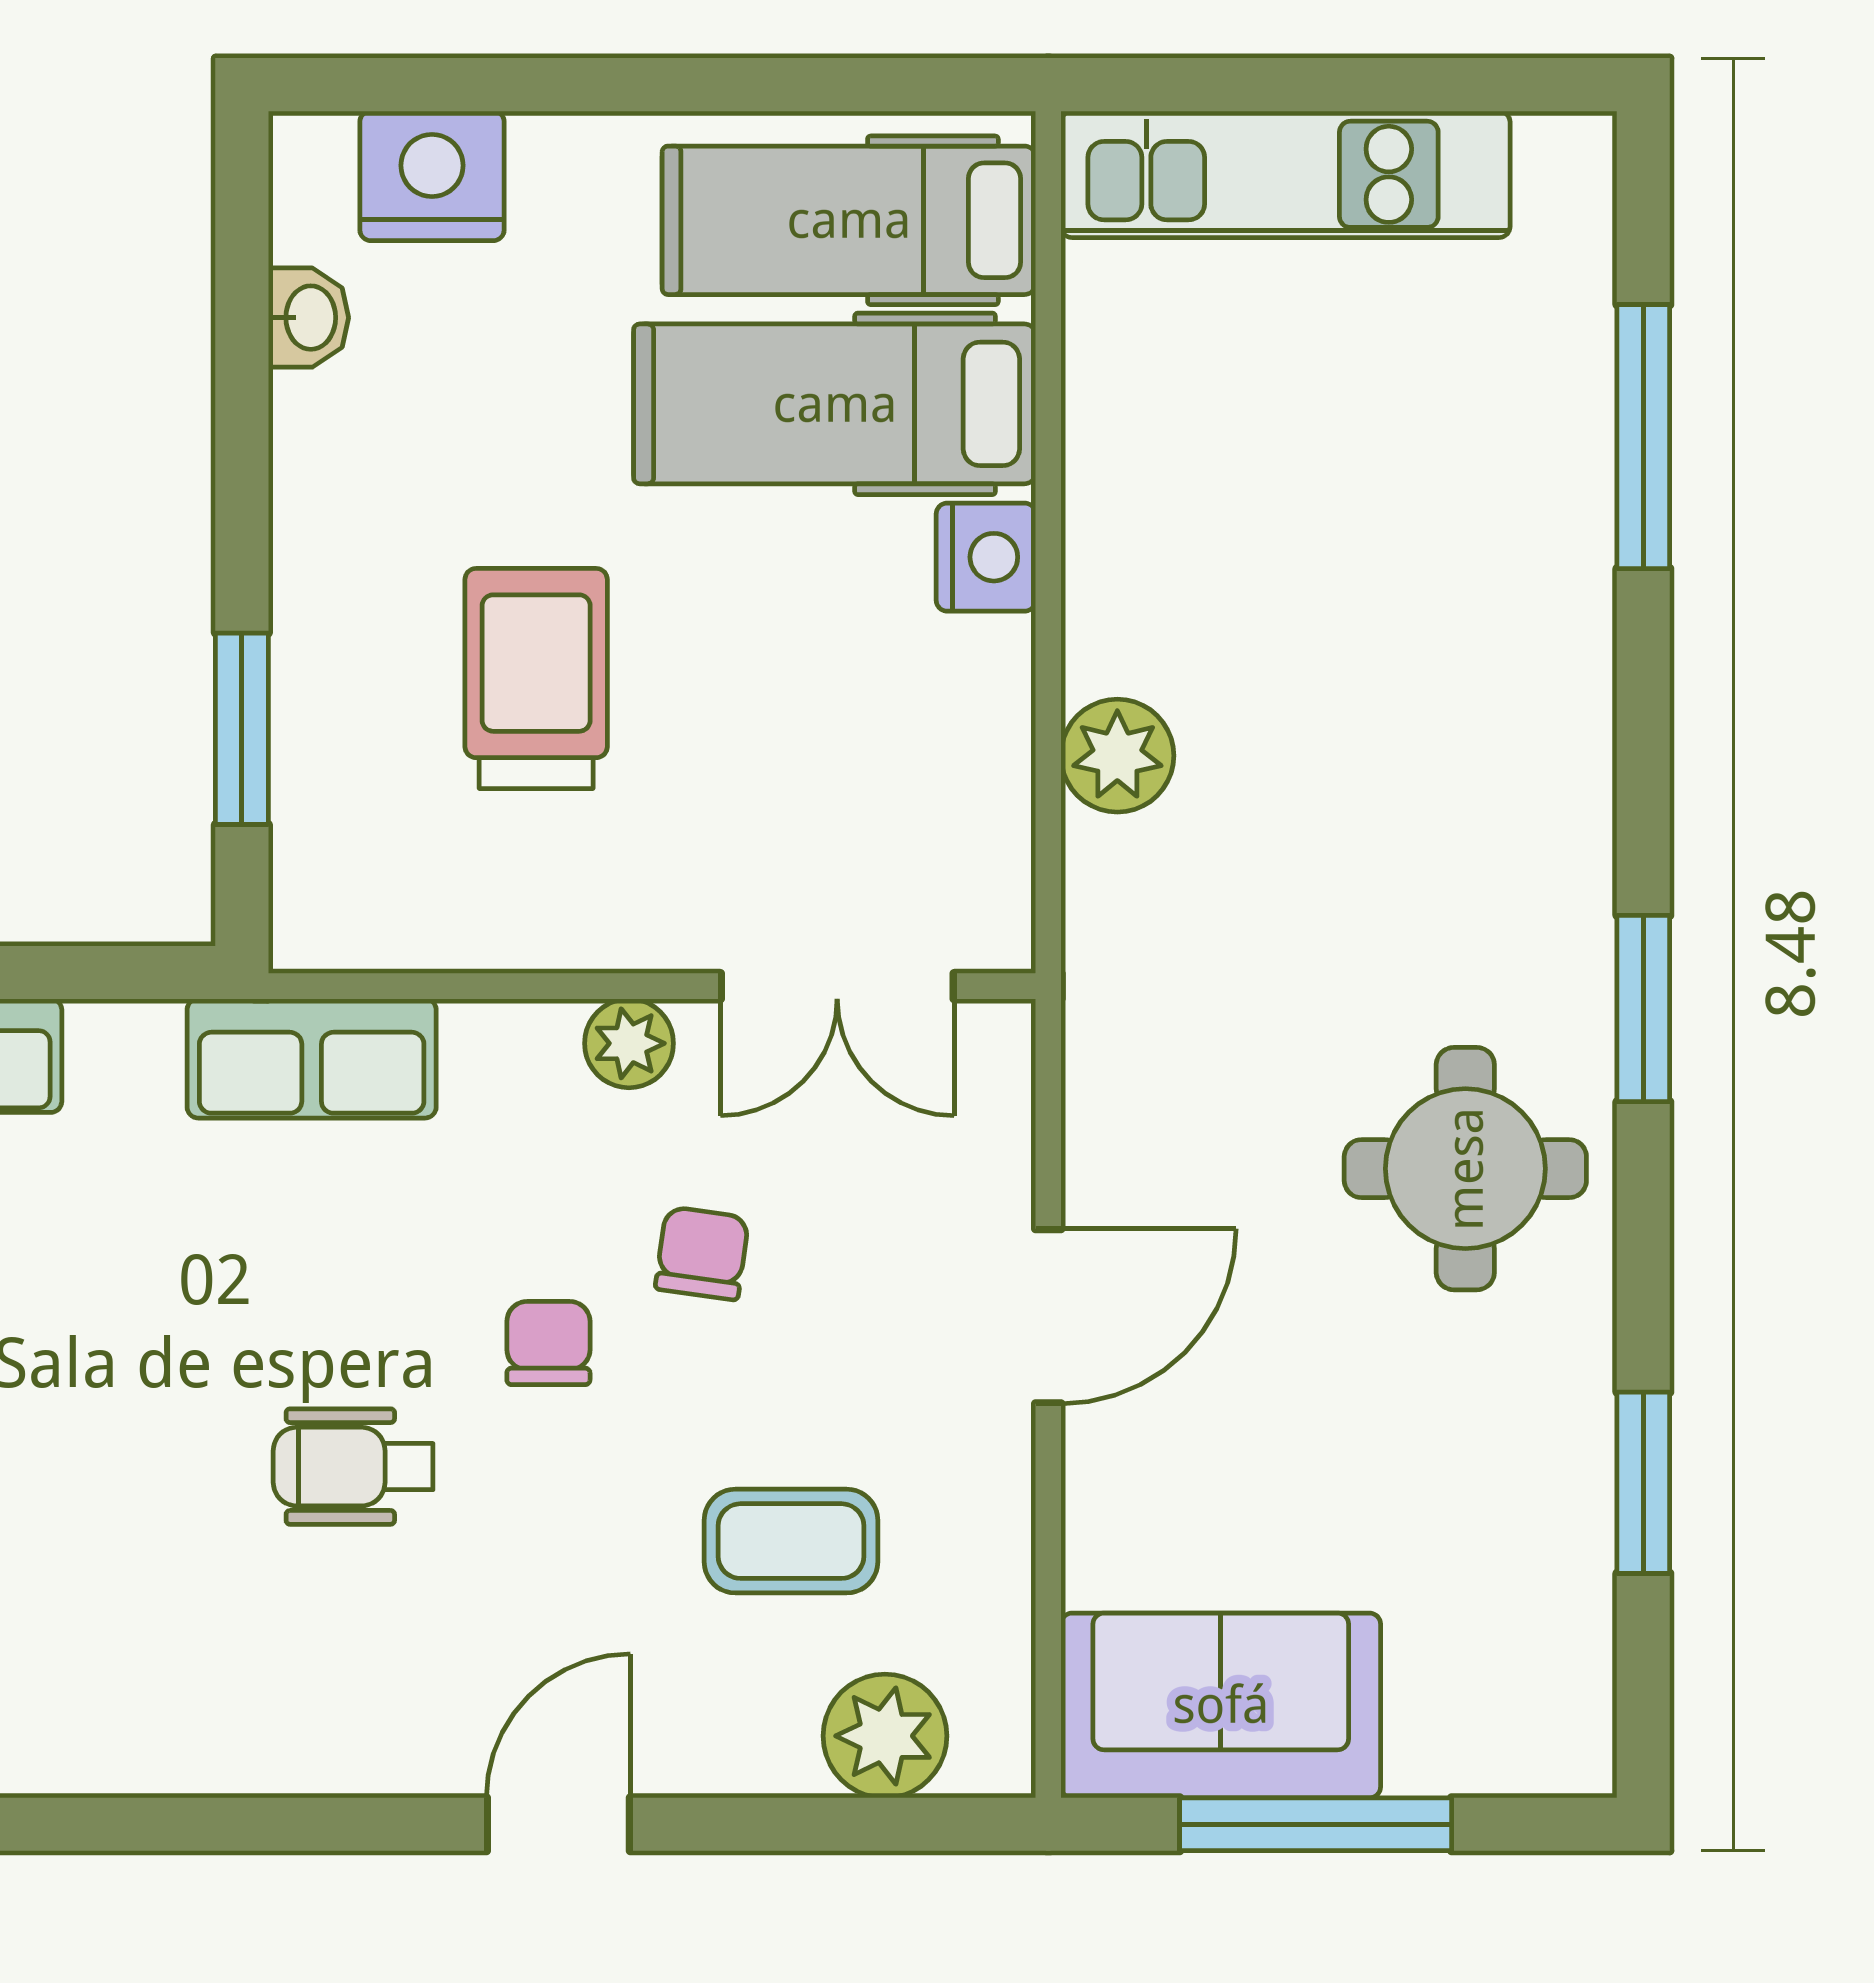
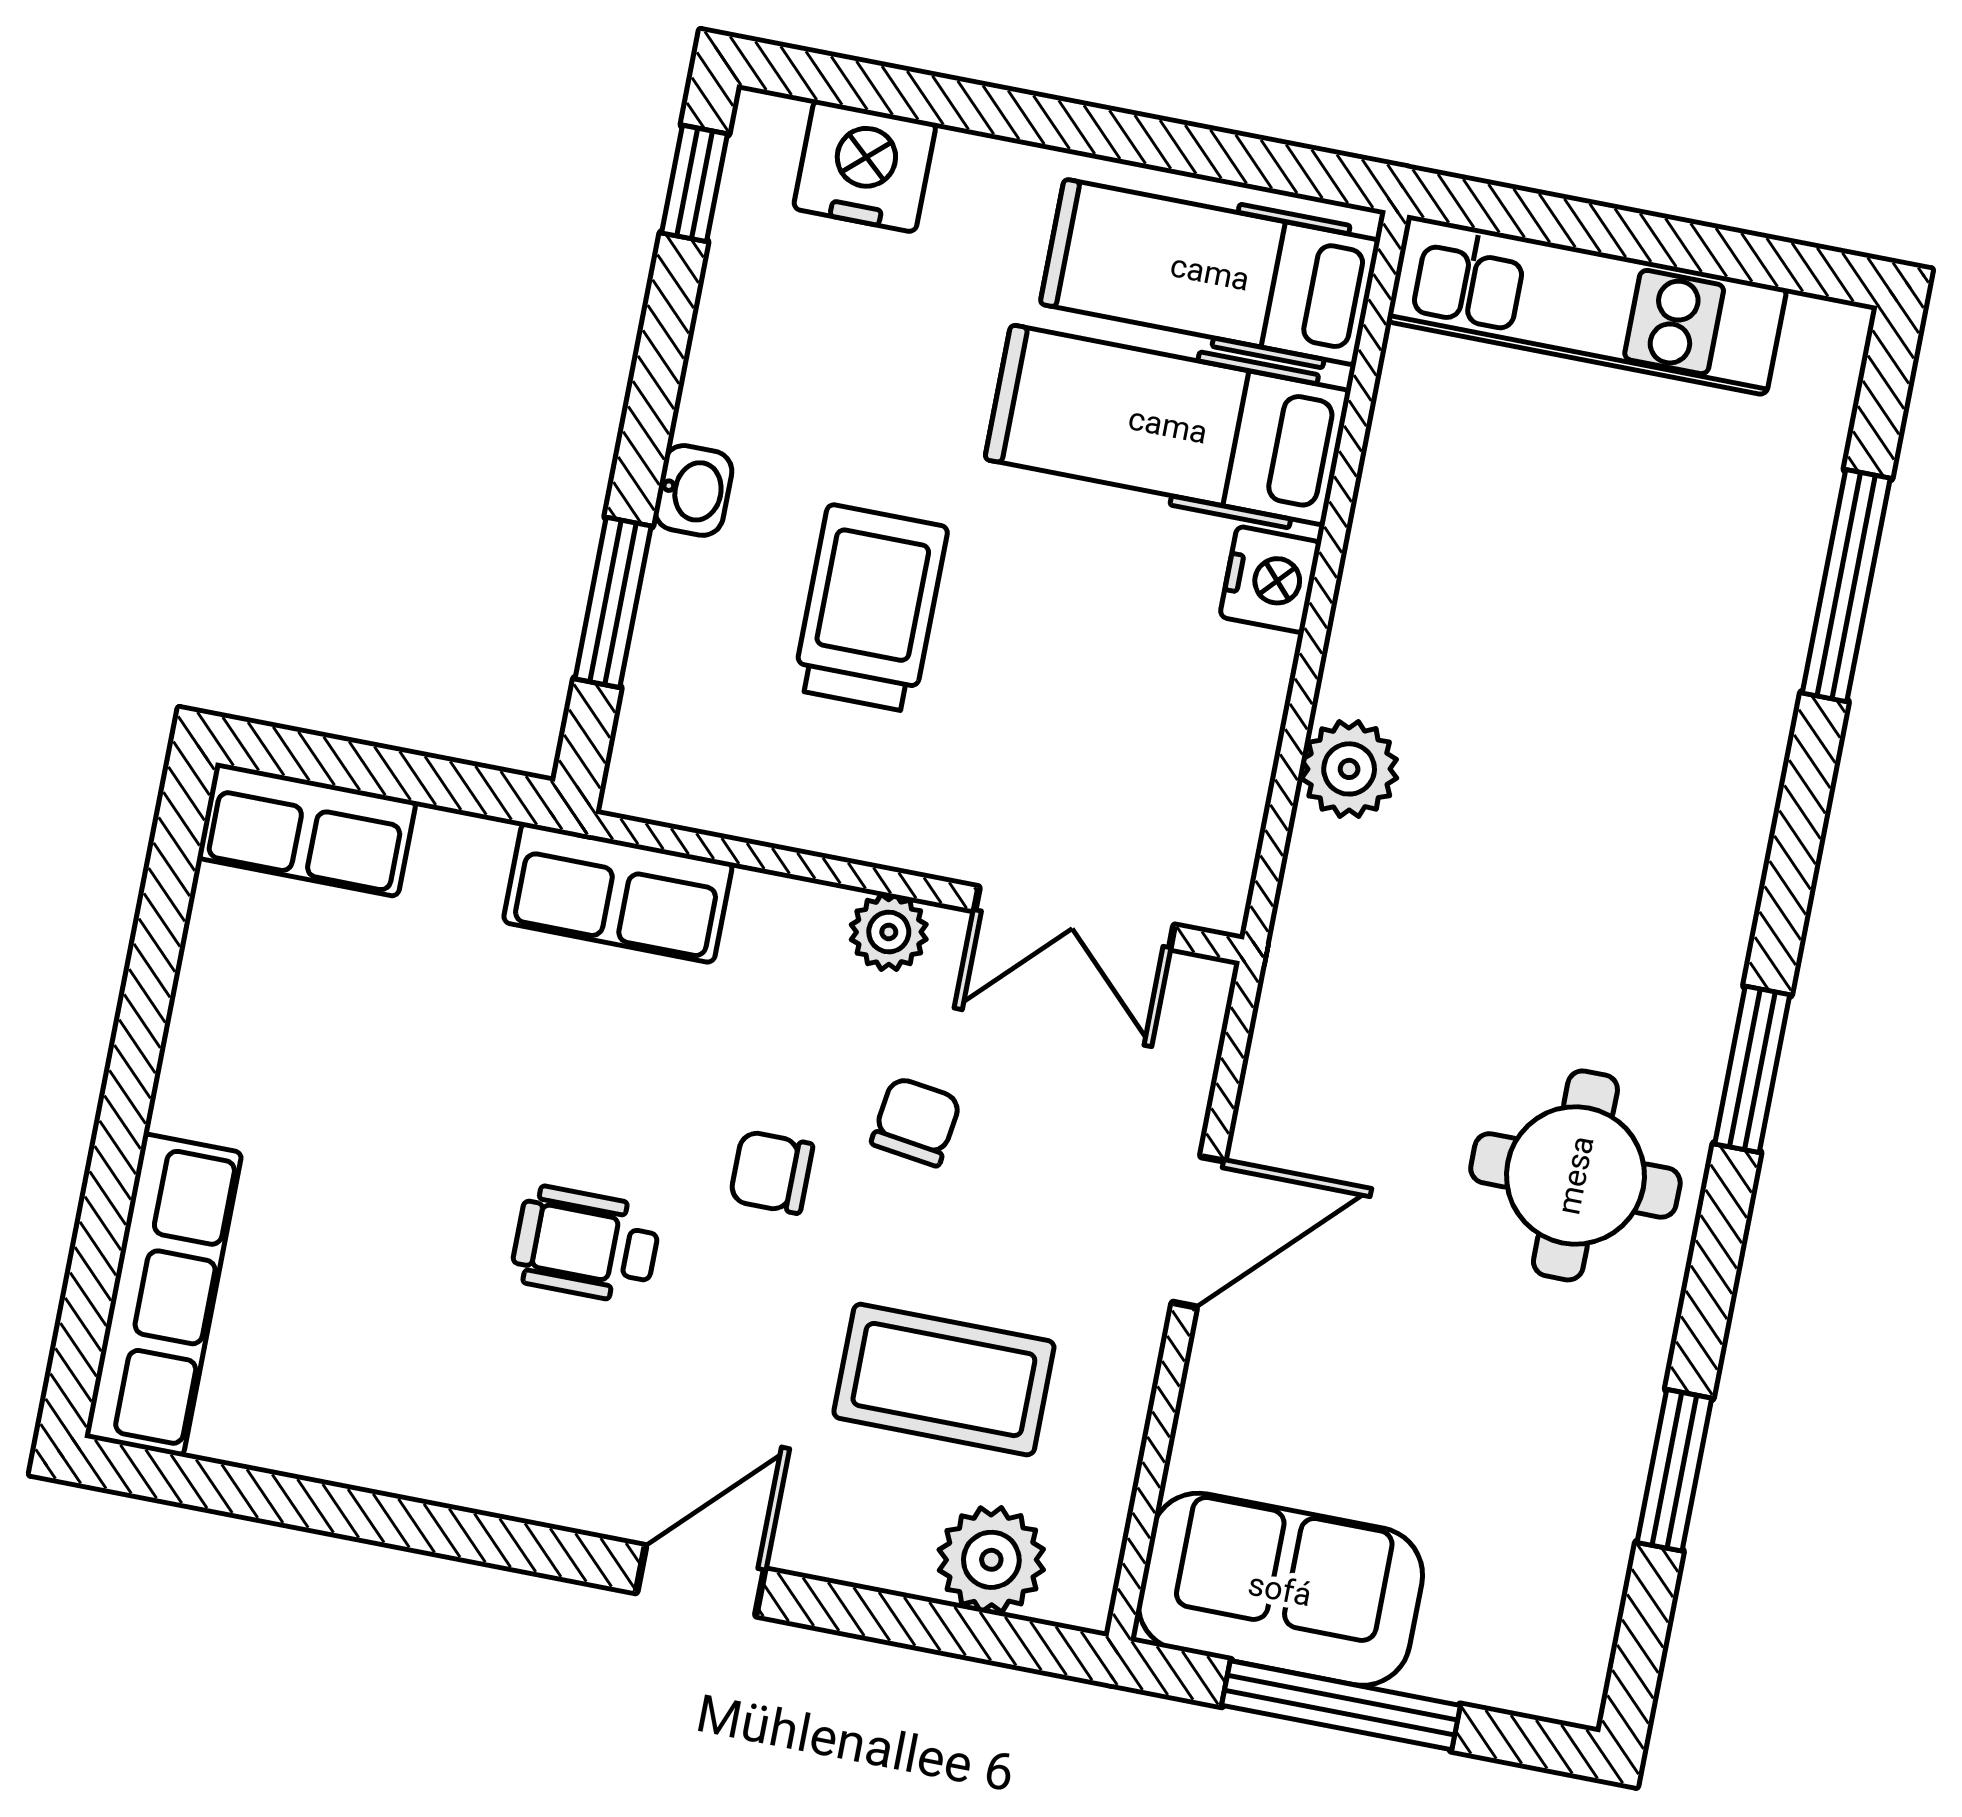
window: (242, 233) -> (695, 183), added
washbasin: (308, 318) -> (693, 490), moved
chair: (548, 1343) -> (771, 1172), turned -90
coffee table: (791, 1541) -> (944, 1380), width x1.36, depth x1.30

